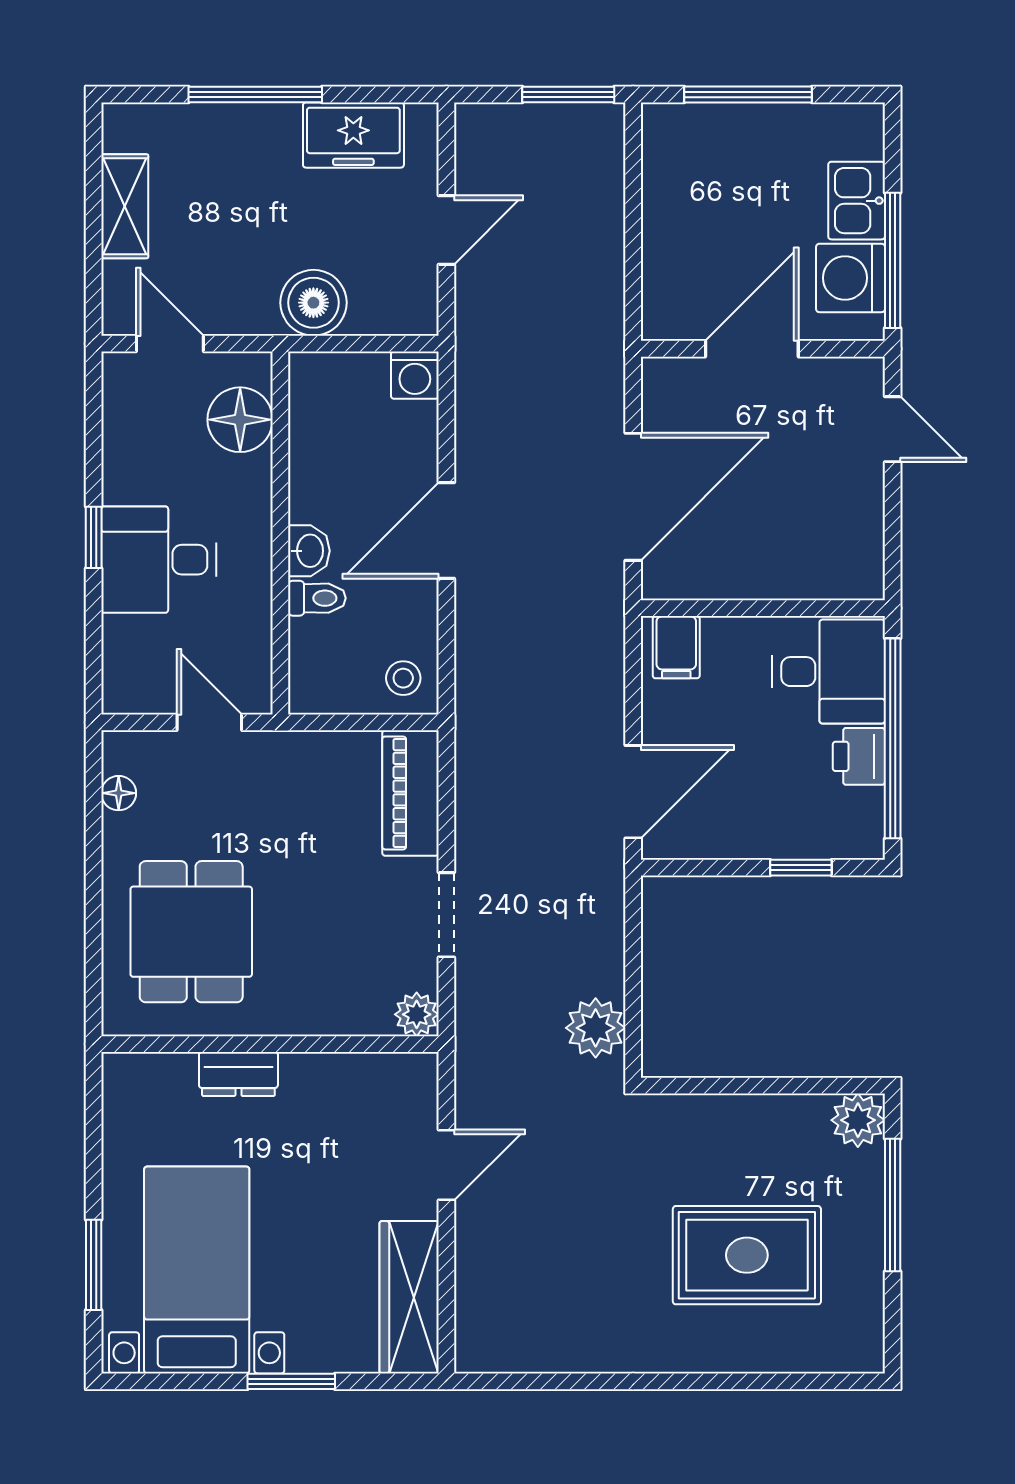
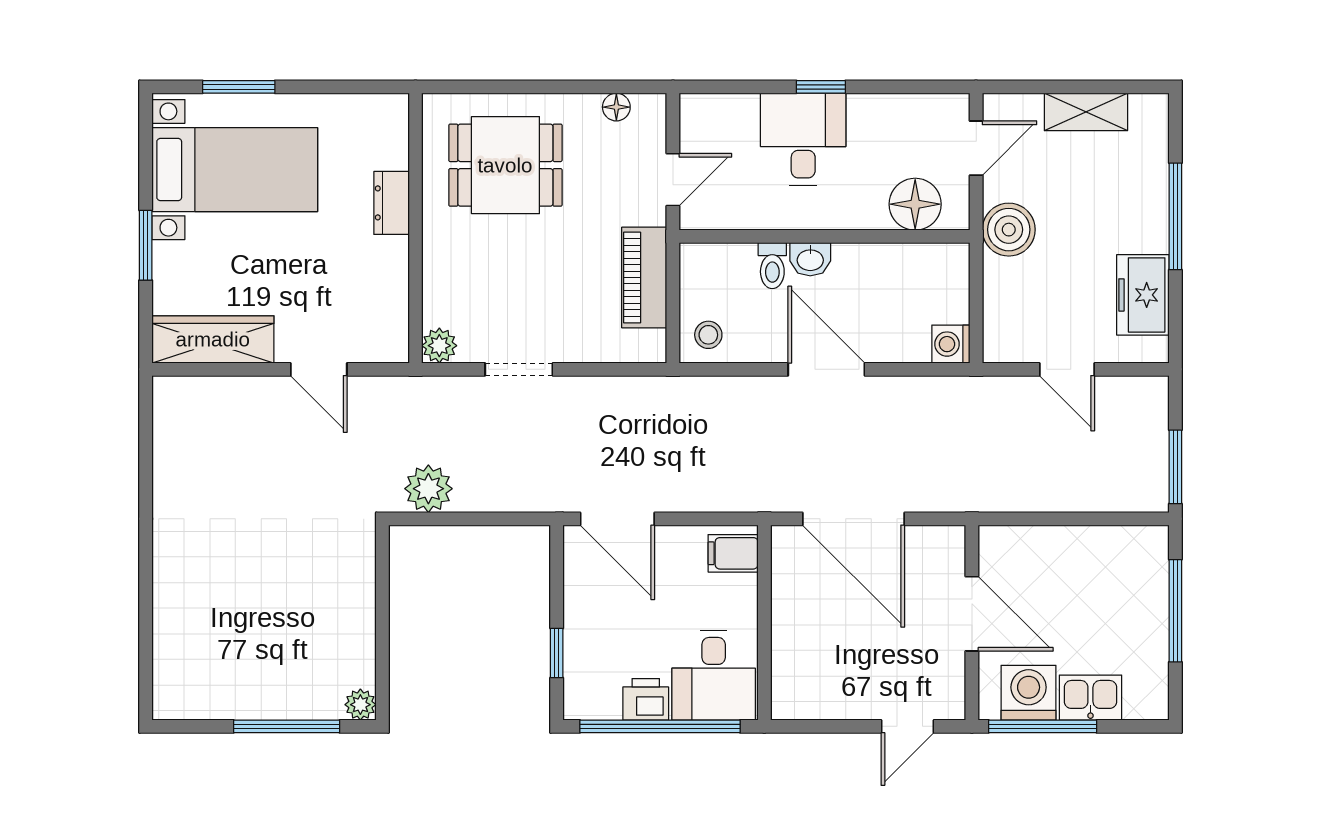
boiler: (313, 303) -> (1009, 230), moved
piano: (410, 793) -> (644, 277), moved, turned -90
plant: (858, 1120) -> (360, 705), width x0.73, depth x0.73
rug: (747, 1255) -> (247, 610), removed

